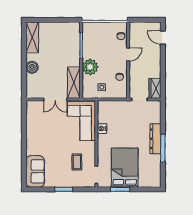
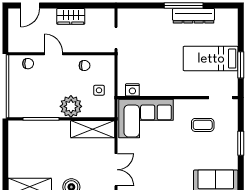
wardrobe: (155, 88) -> (71, 16), moved
double door: (55, 99) -> (116, 170), moved
nightstand: (102, 129) -> (132, 90), moved
dresser: (155, 139) -> (194, 16), moved
bed: (125, 168) -> (211, 59), width x0.67

